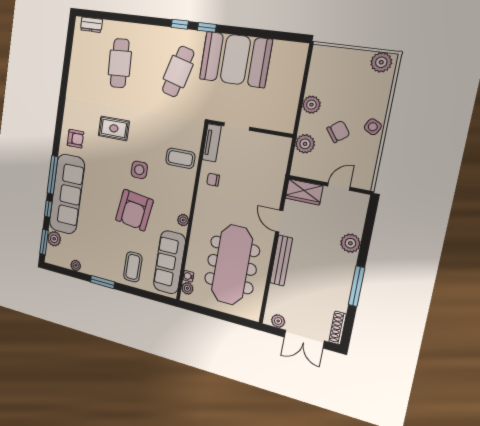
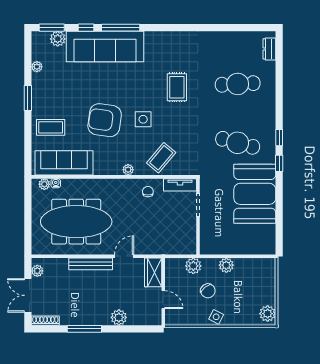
armchair: (75, 139) -> (160, 48), removed
coffee table: (180, 158) -> (161, 158), turned 40
plant: (183, 220) -> (128, 170), moved

